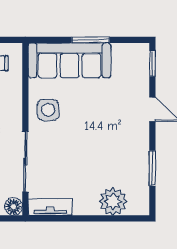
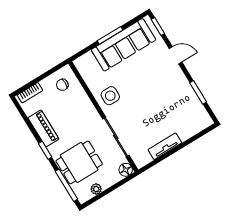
sofa: (69, 60) -> (123, 45), moved
plant: (113, 201) -> (186, 128), removed
tv unit: (50, 207) -> (165, 146), moved

